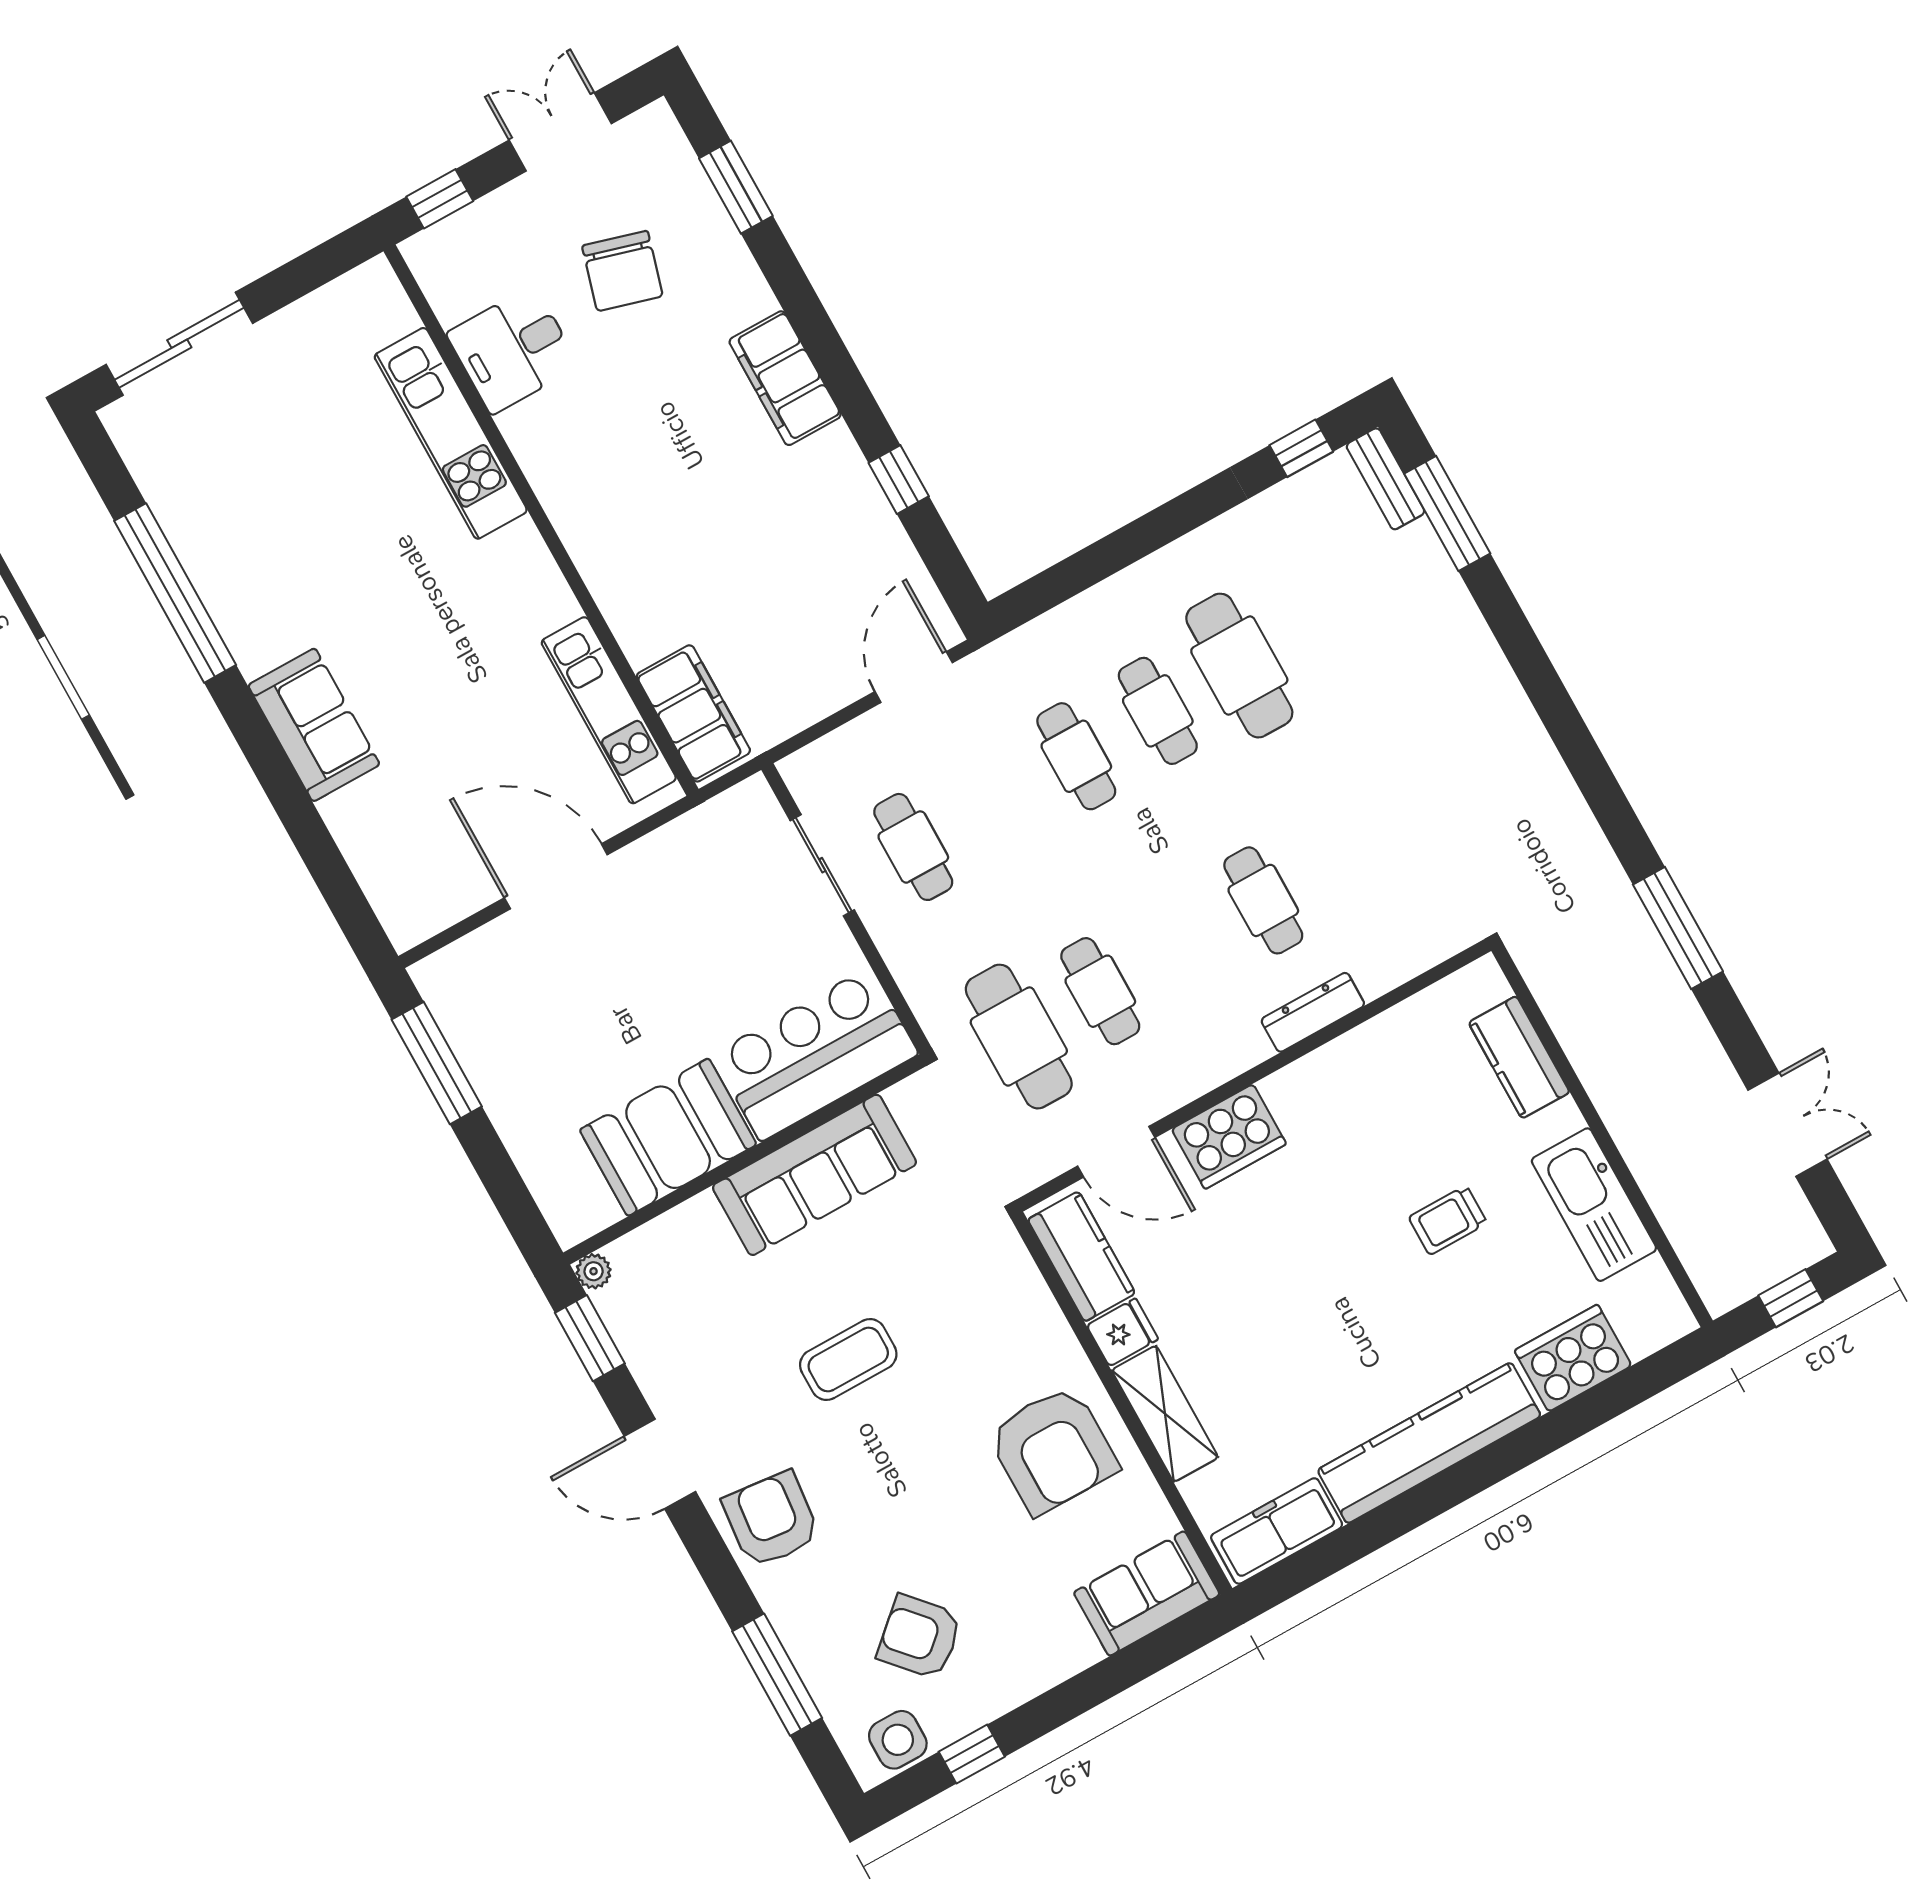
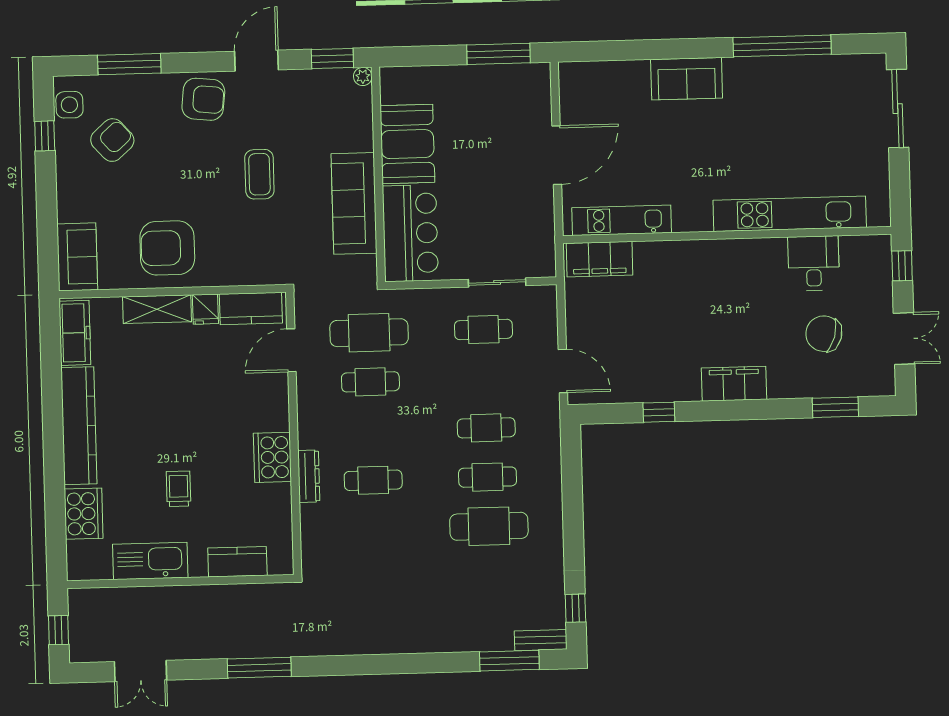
kitchen unit: (451, 433) -> (790, 214), width x1.36
cooker: (1229, 1137) -> (272, 457), moved

